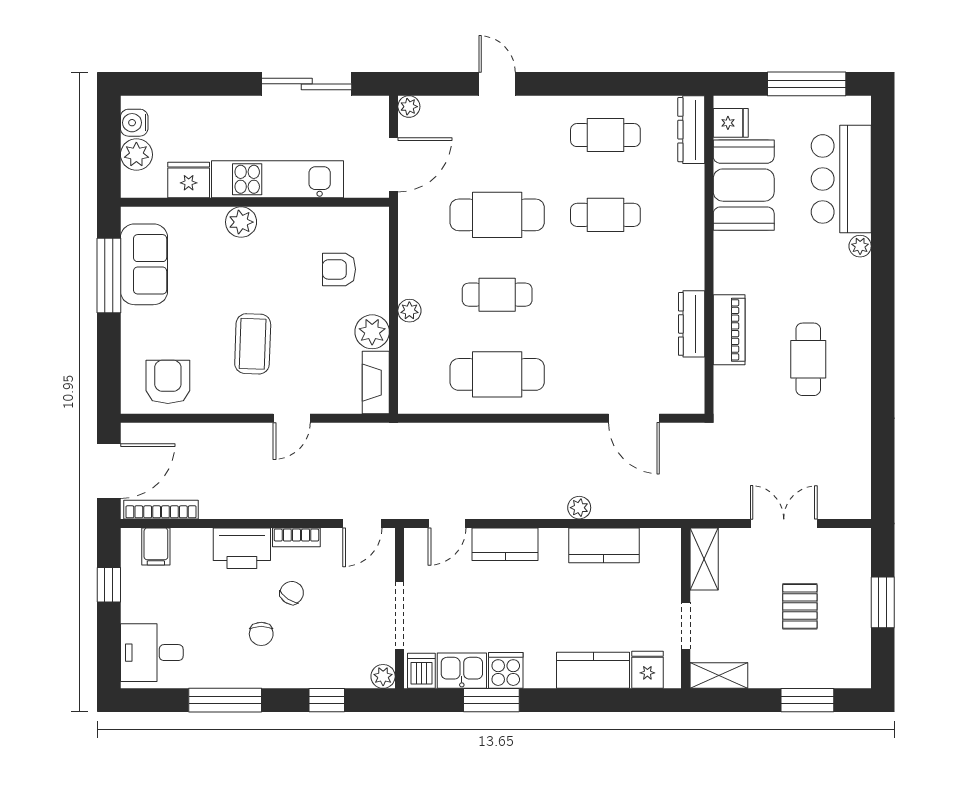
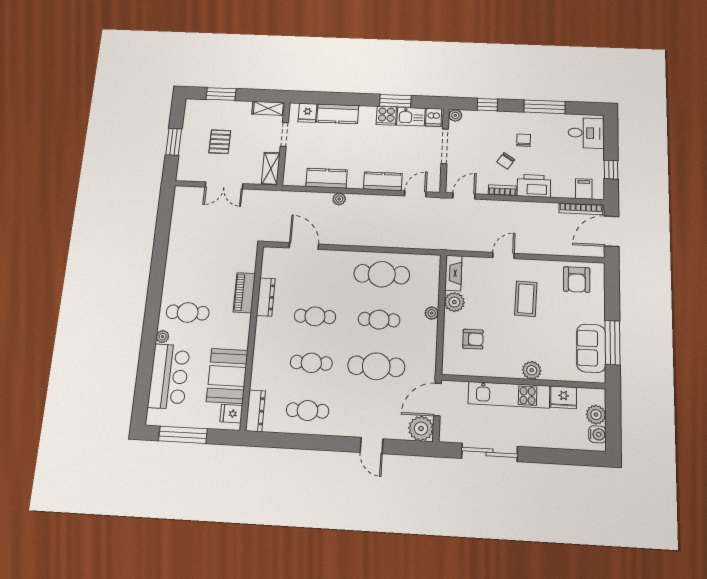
plant: (409, 107) -> (421, 428), width x1.88, depth x1.88
cafe table: (605, 295) -> (315, 316), added
cafe table: (808, 359) -> (188, 312), moved, turned 90

